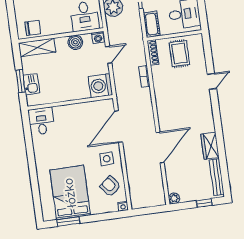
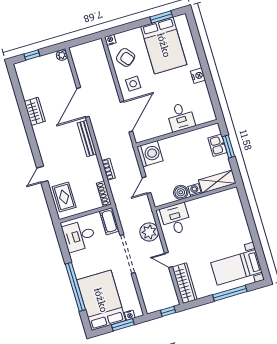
chair: (33, 28) -> (224, 200), removed
washing machine: (98, 37) -> (195, 190), moved
rug: (179, 54) -> (64, 197), moved
desk: (41, 121) -> (181, 117), moved
nightstand: (40, 157) -> (198, 76), added
bench: (217, 177) -> (87, 138), moved

